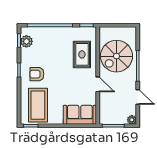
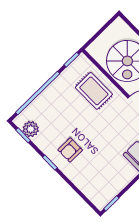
coffee table: (38, 105) -> (99, 178), removed

